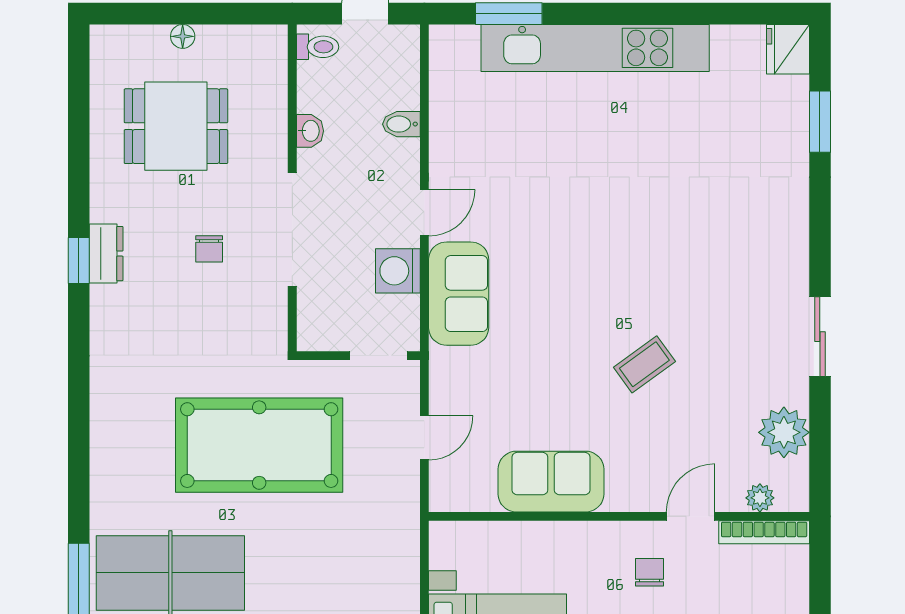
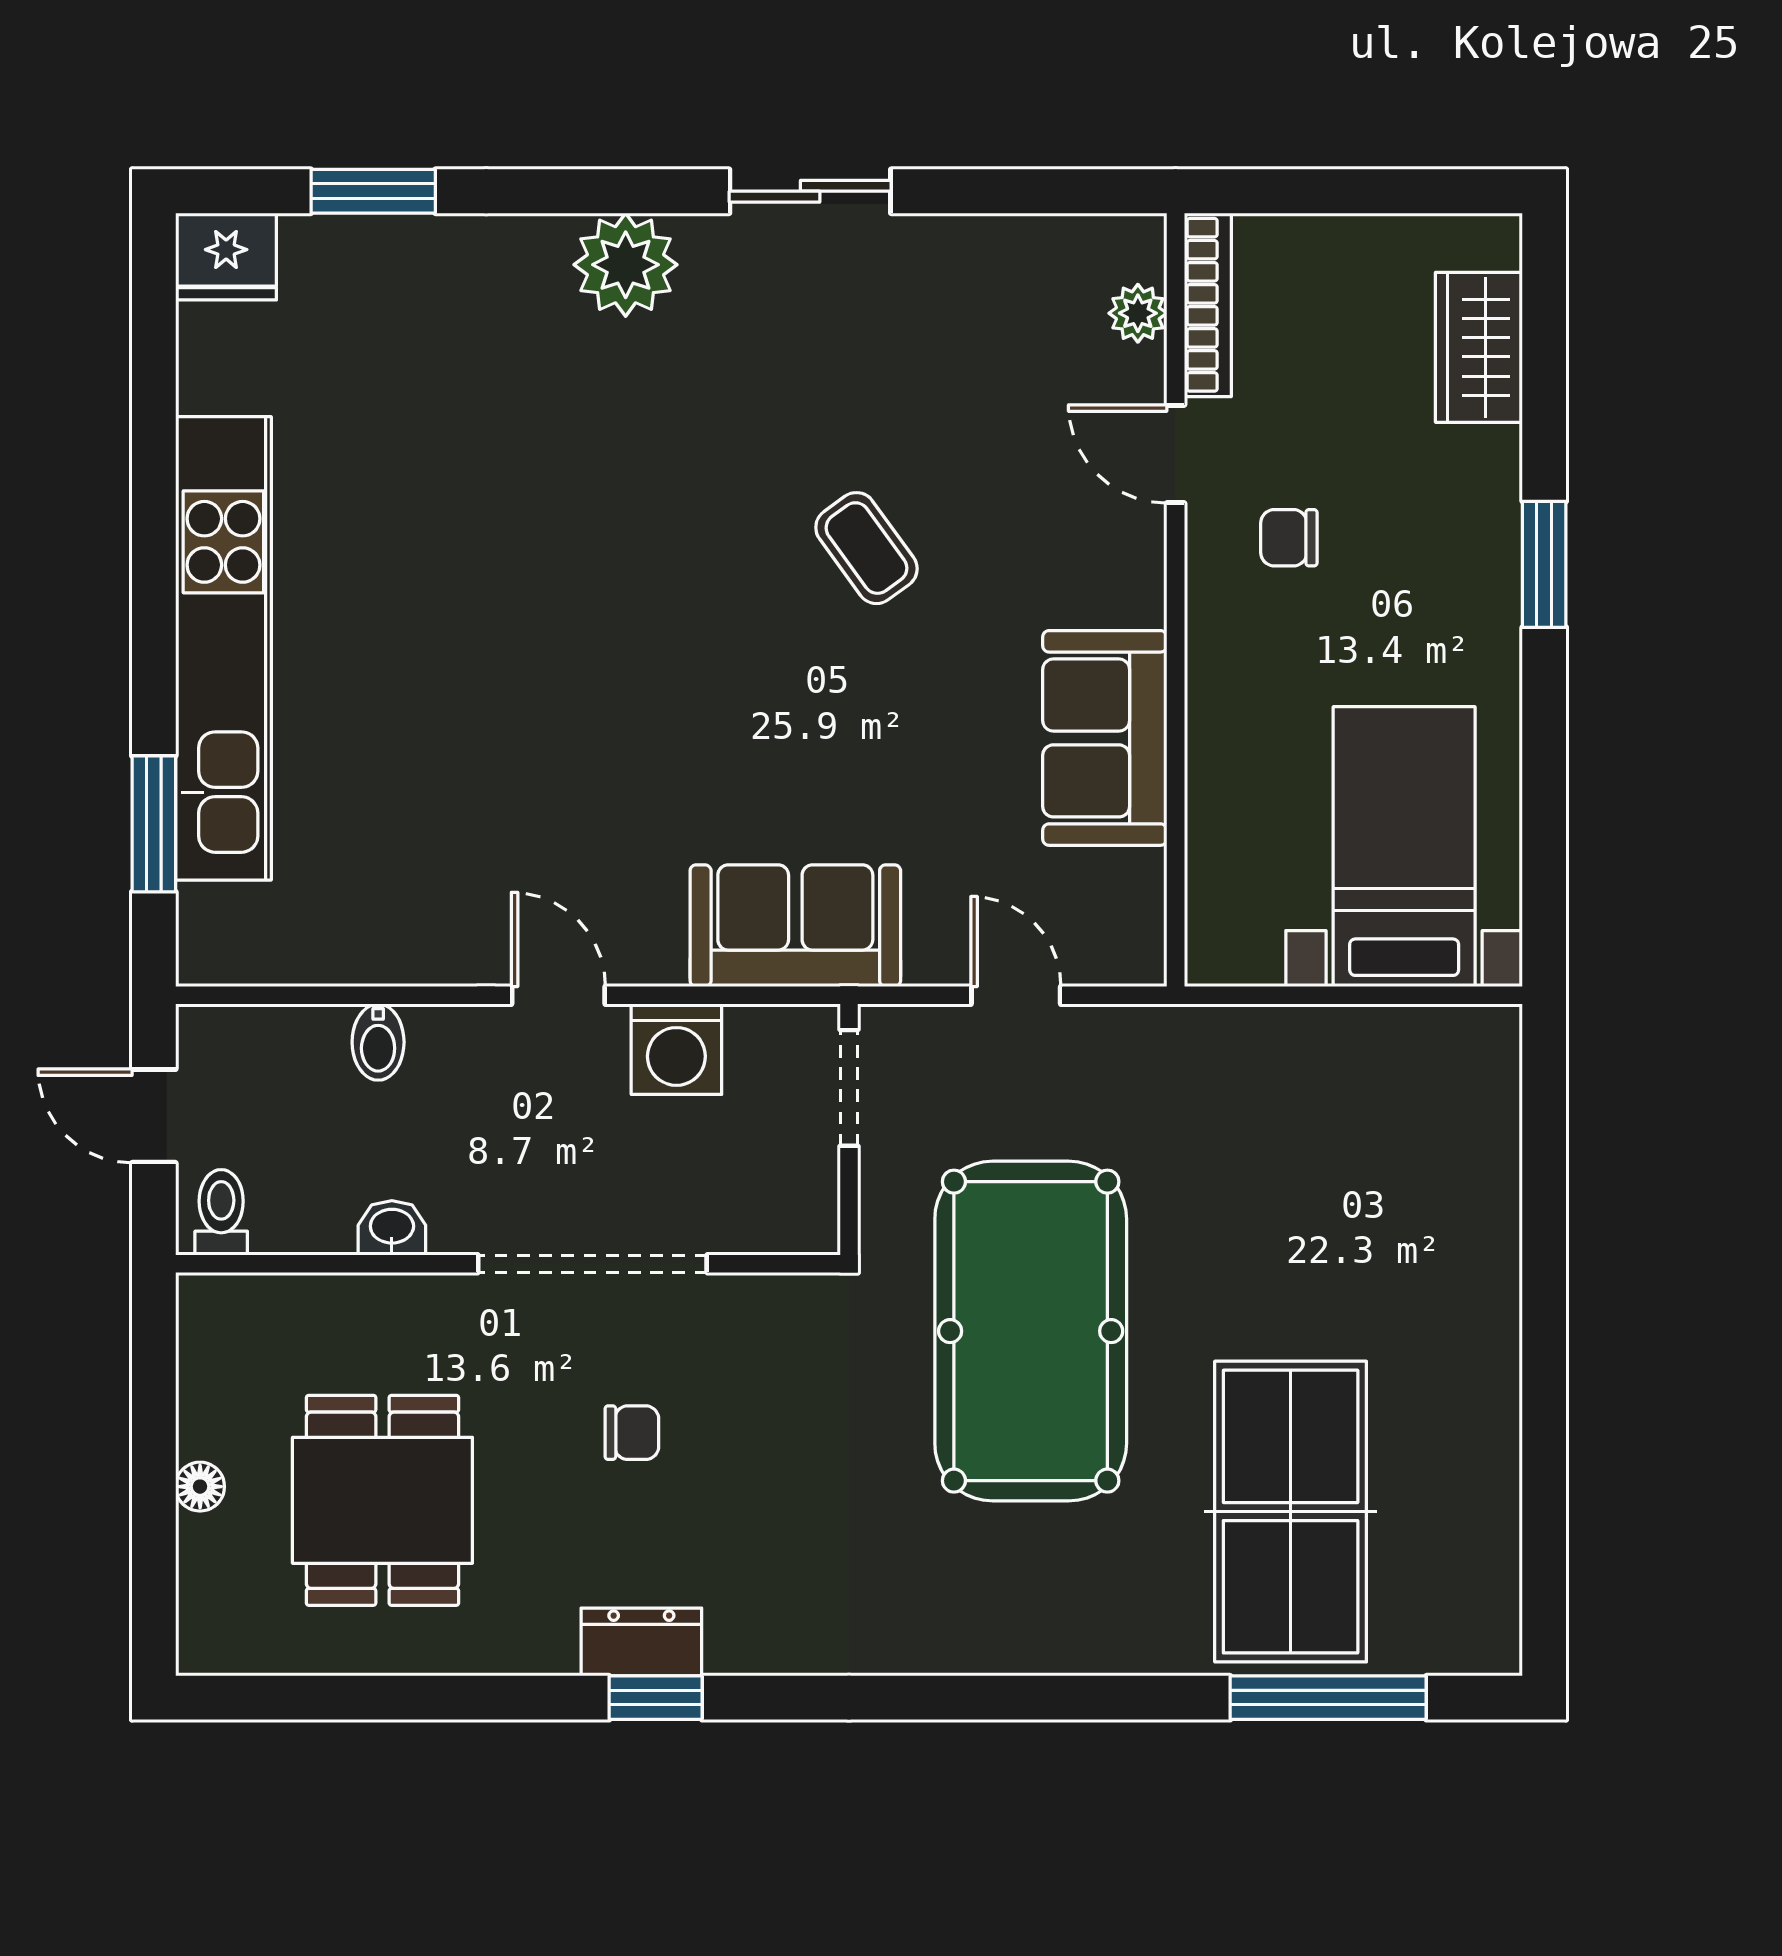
sofa: (459, 294) -> (795, 926), moved
plant: (784, 432) -> (626, 265), moved

